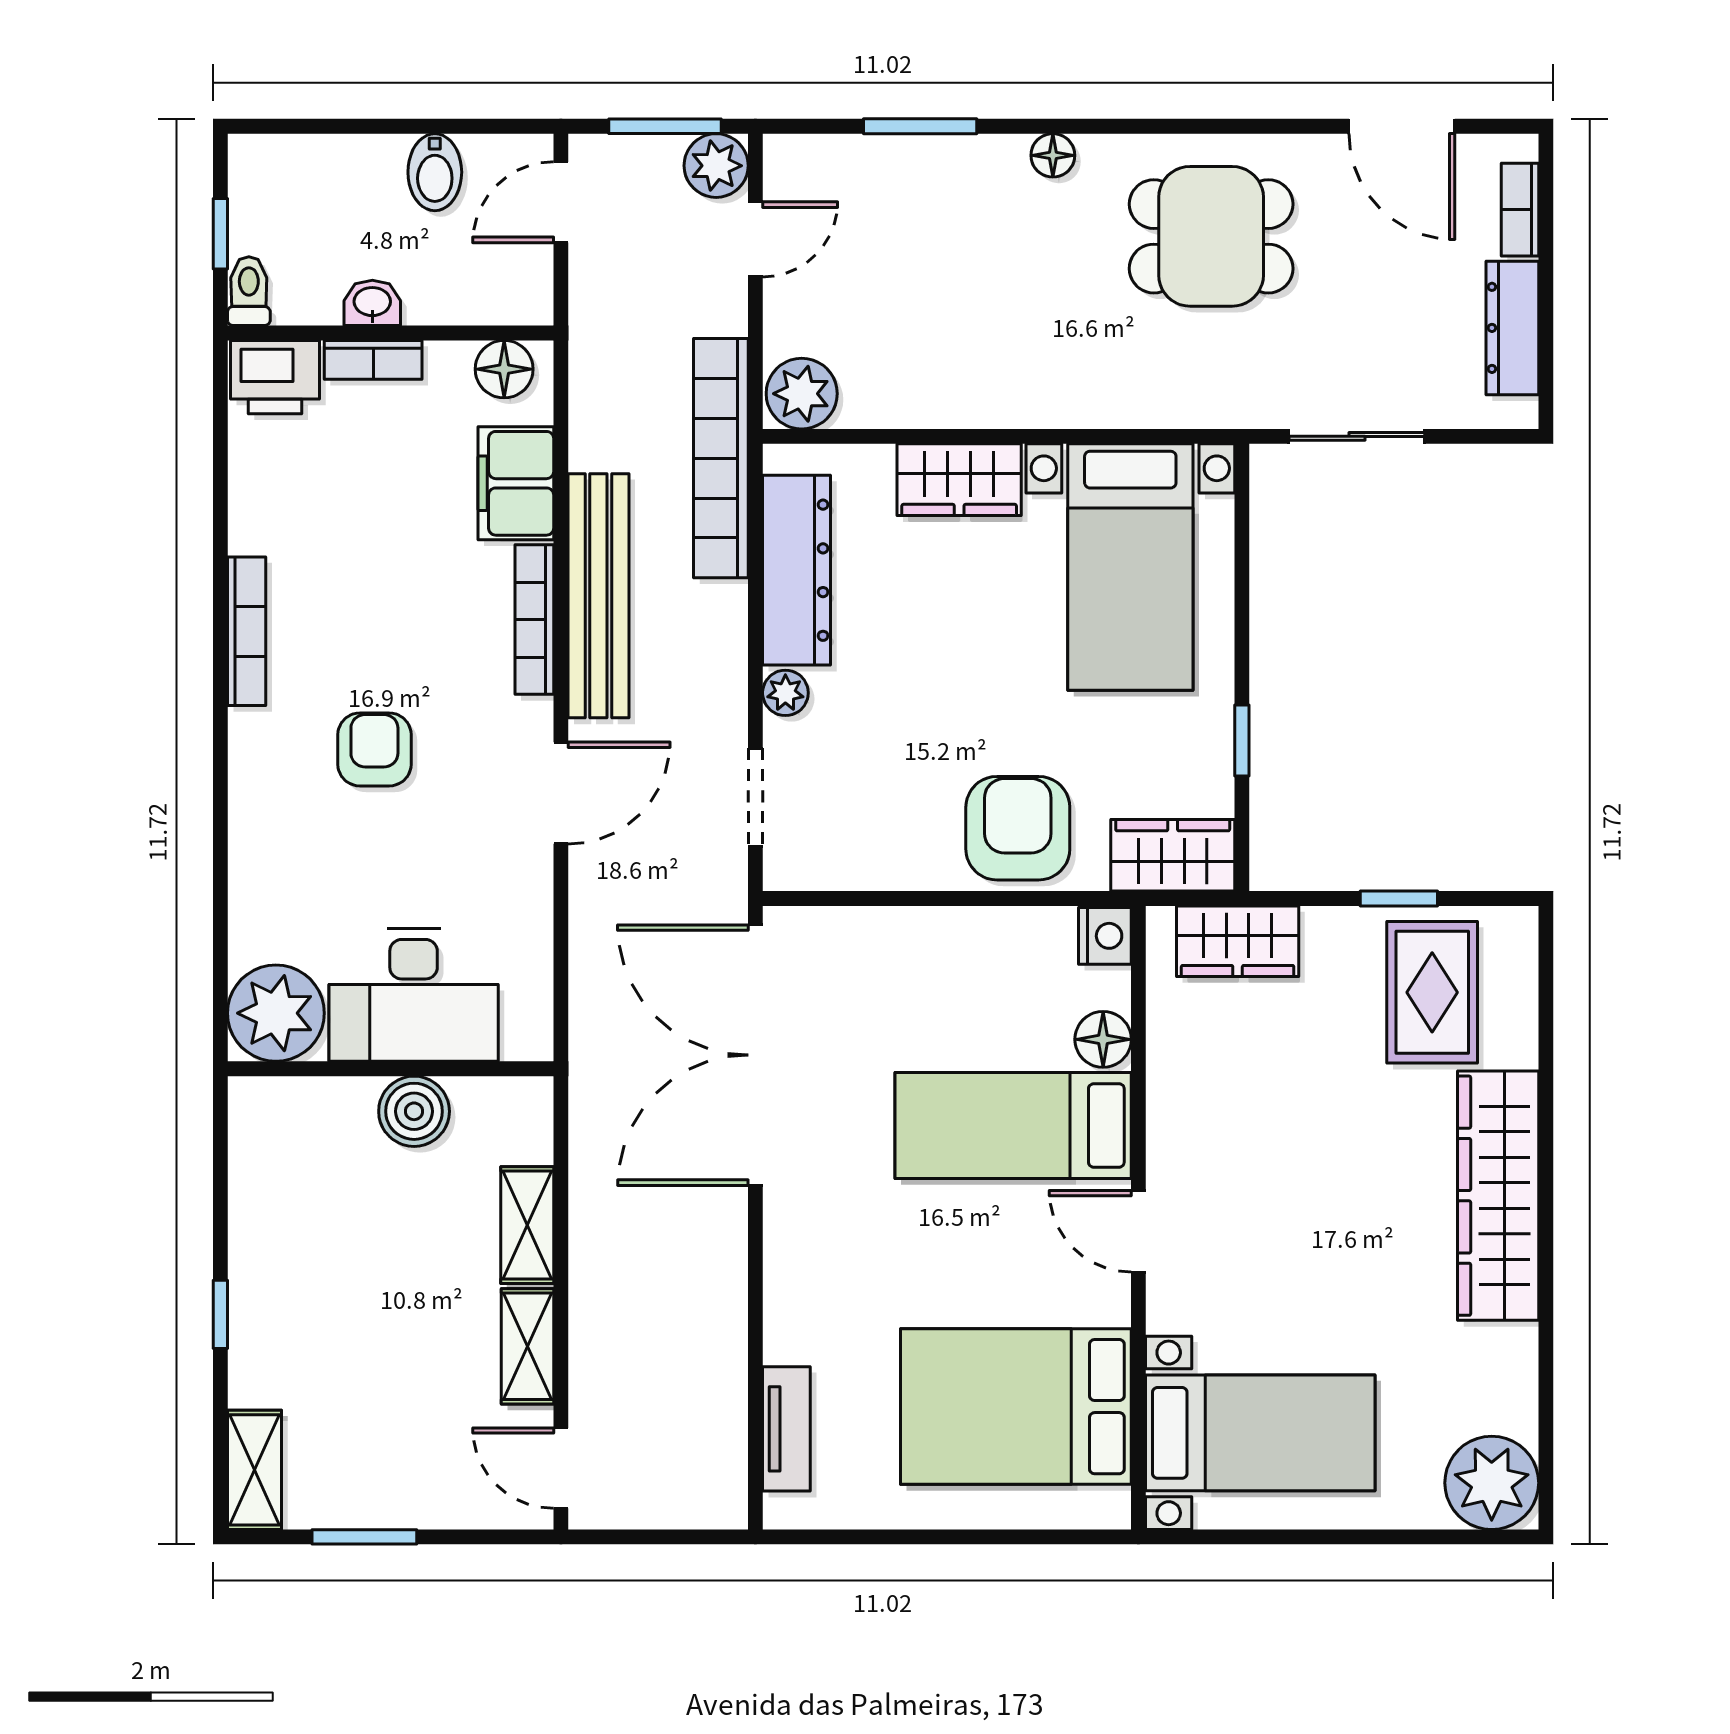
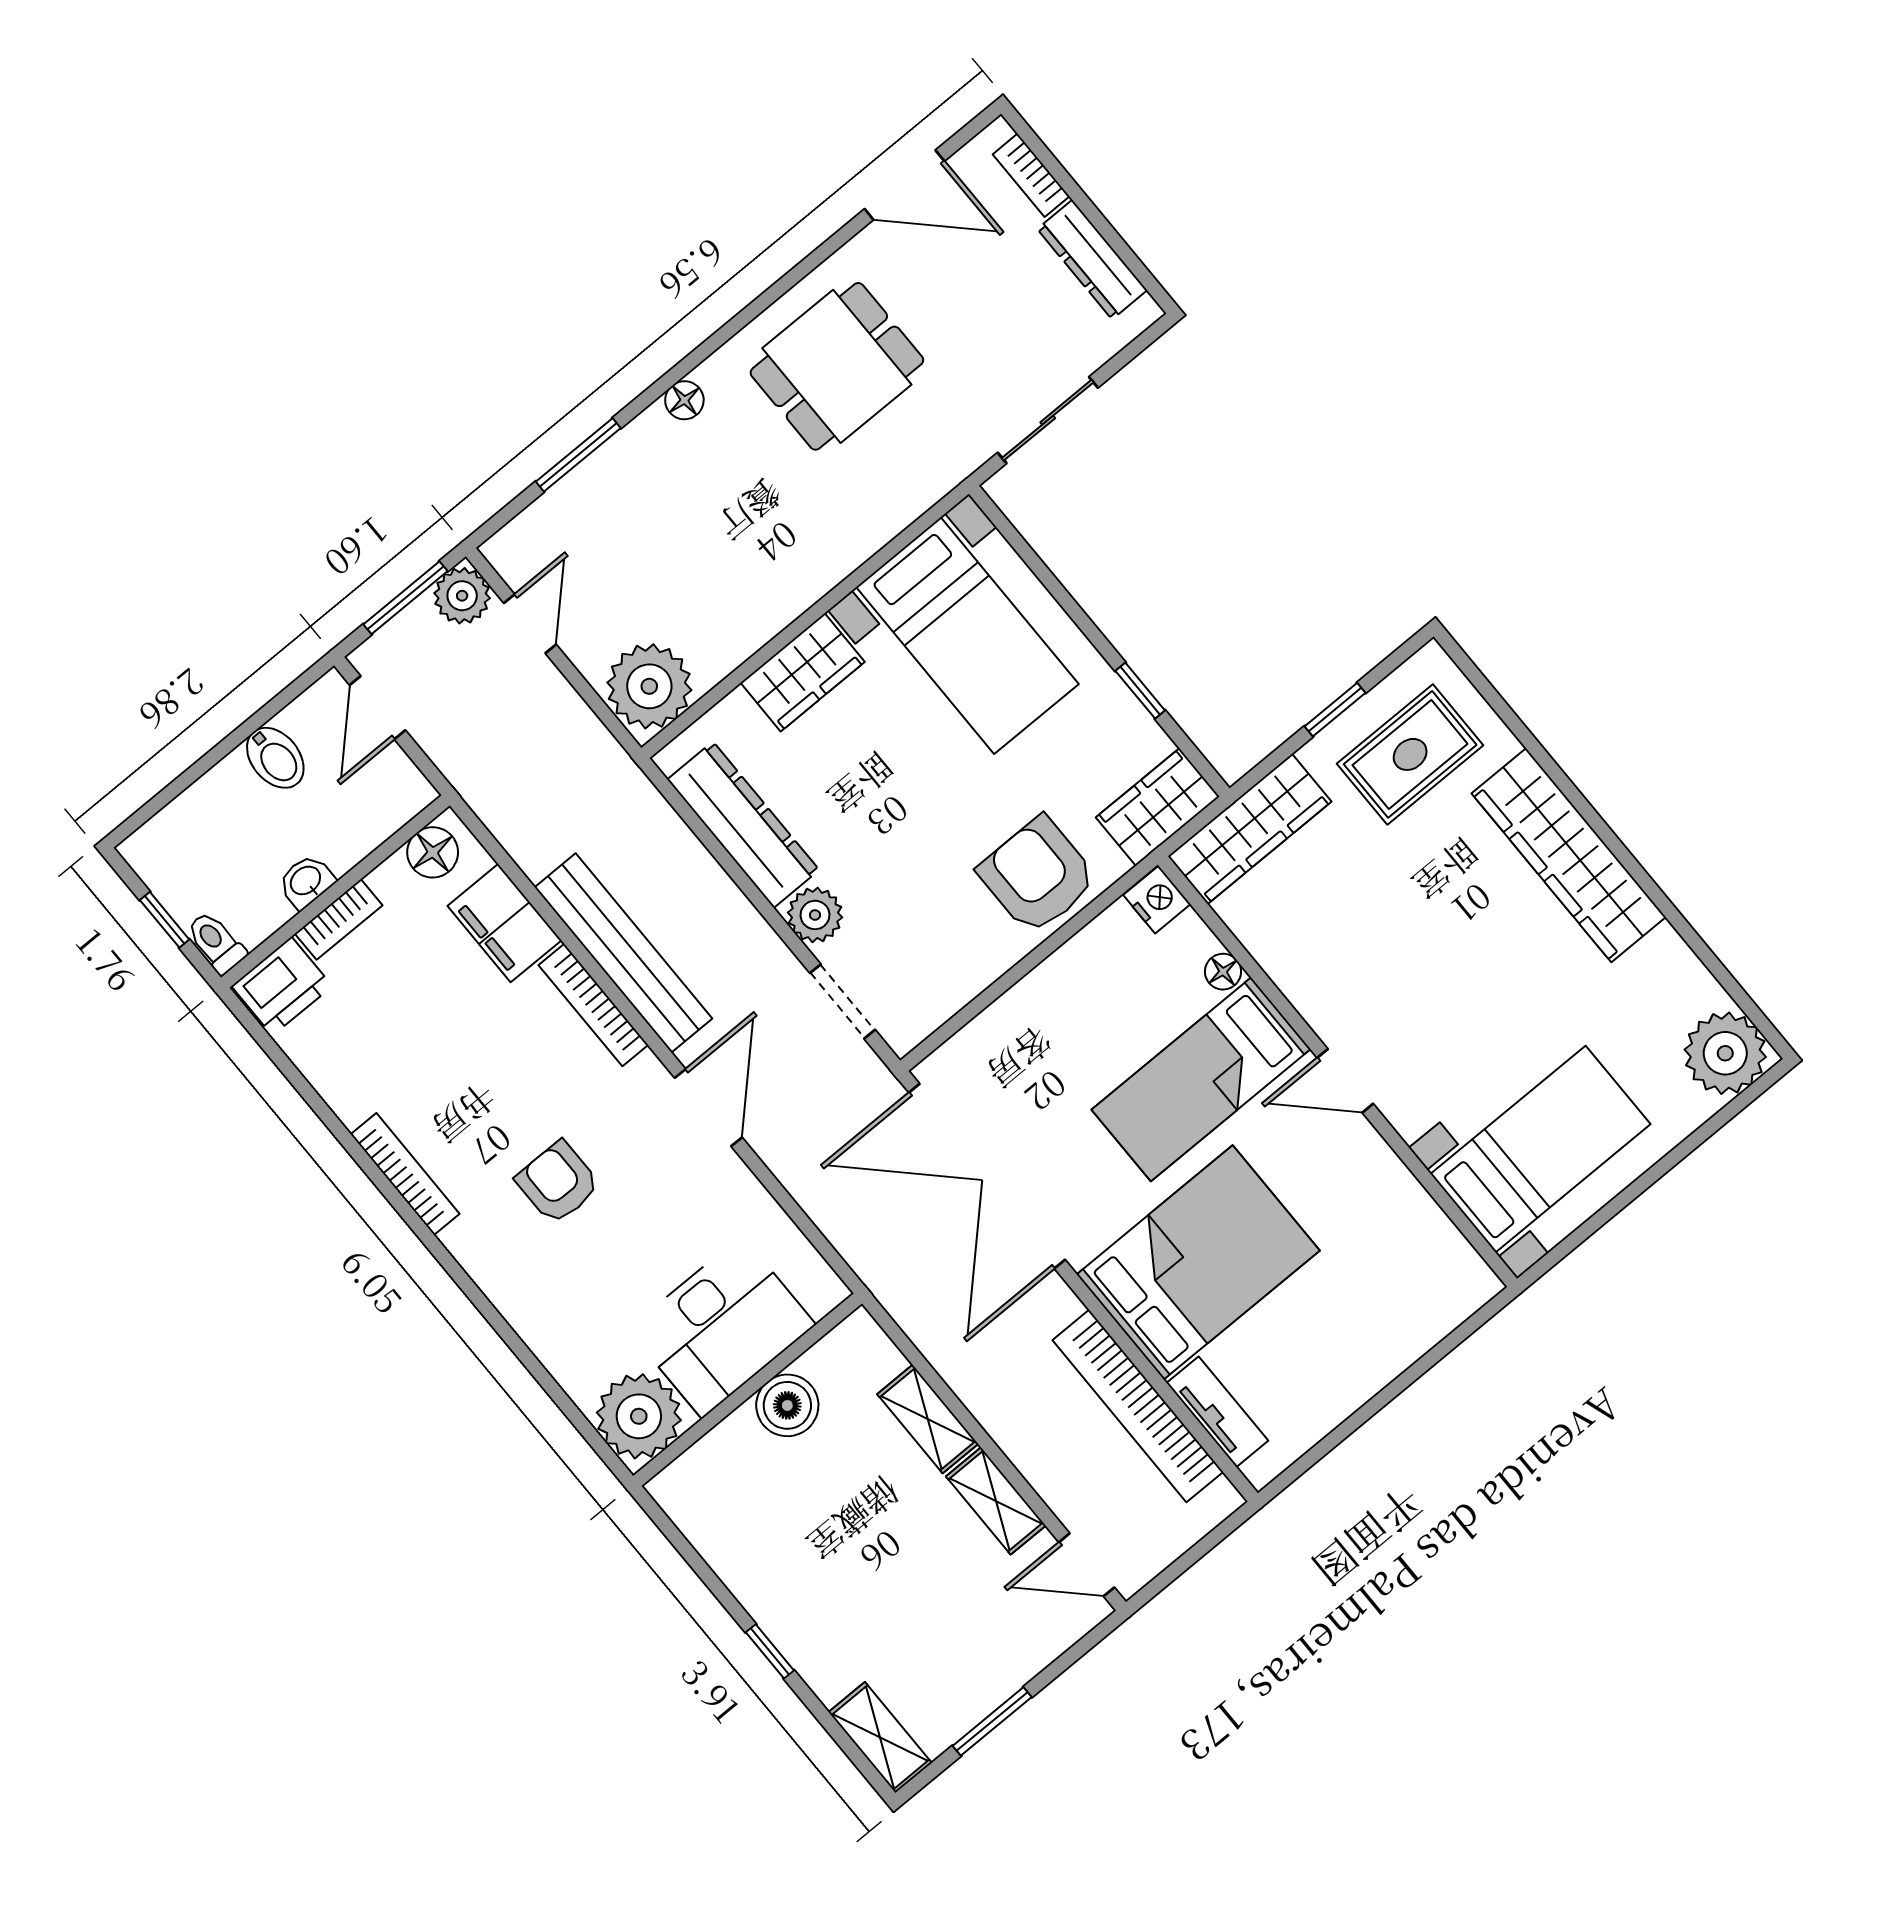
plant: (802, 394) -> (649, 686), width x1.36, depth x1.36
bookcase: (721, 458) -> (1138, 1406), moved
plant: (785, 693) -> (815, 915), width x1.38, depth x1.38
wardrobe: (1238, 941) -> (1250, 829), width x1.50
rug: (1432, 992) -> (1410, 754), turned 90
floor lamp: (1103, 1039) -> (1223, 972), width x0.73, depth x0.73
bed: (1016, 1407) -> (1198, 1262), moved, turned 180

